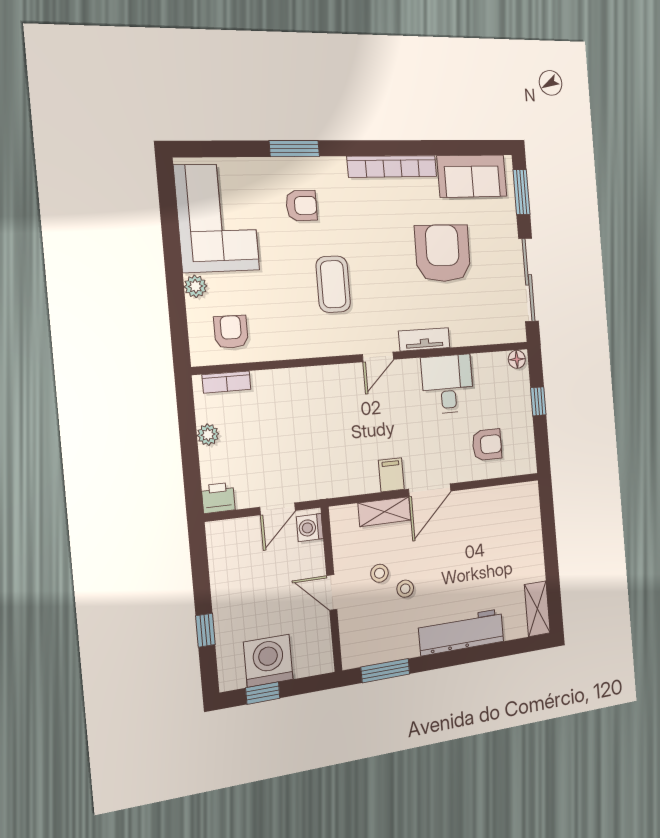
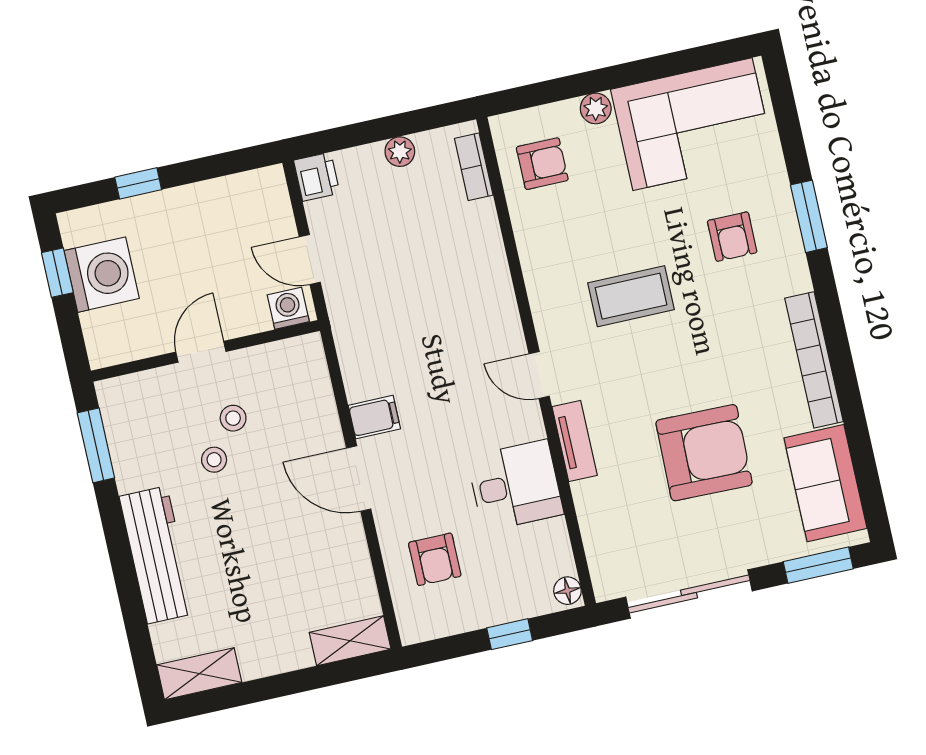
shelving: (384, 512) -> (350, 641), moved, turned 90

